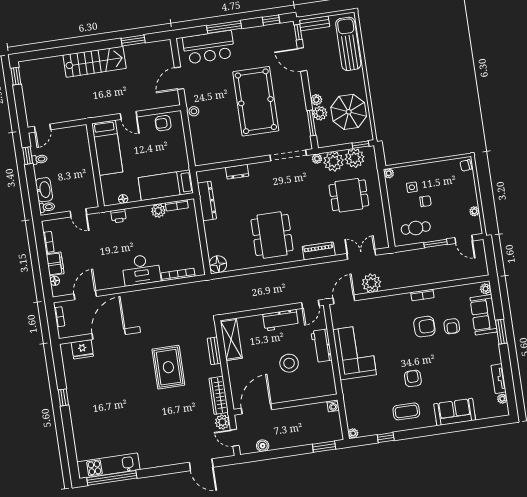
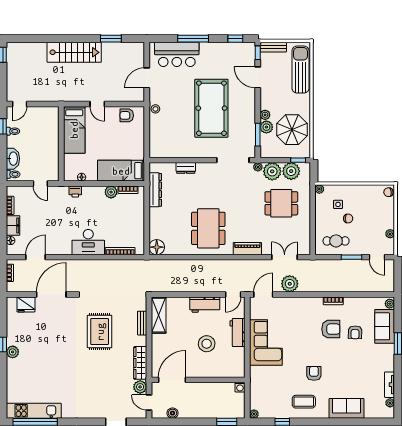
plant: (75, 404) -> (13, 352), added

